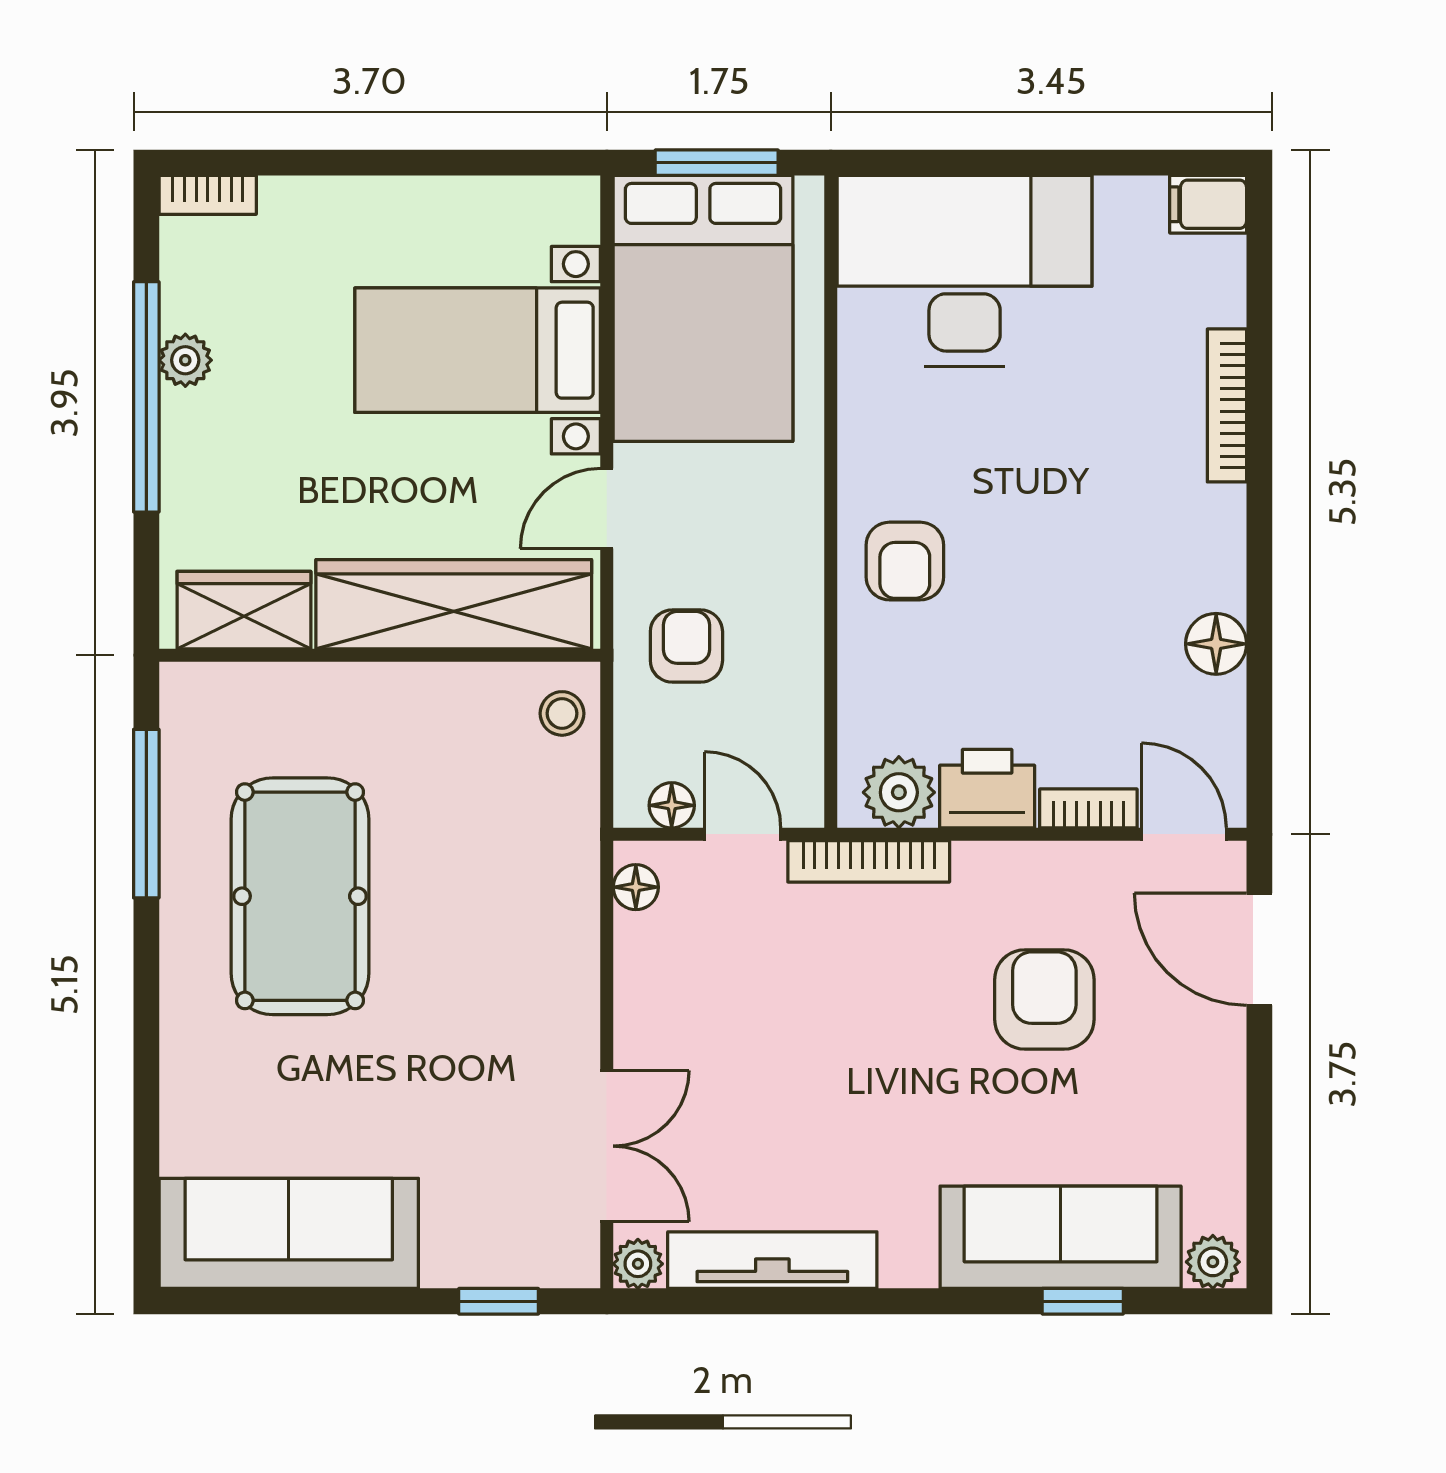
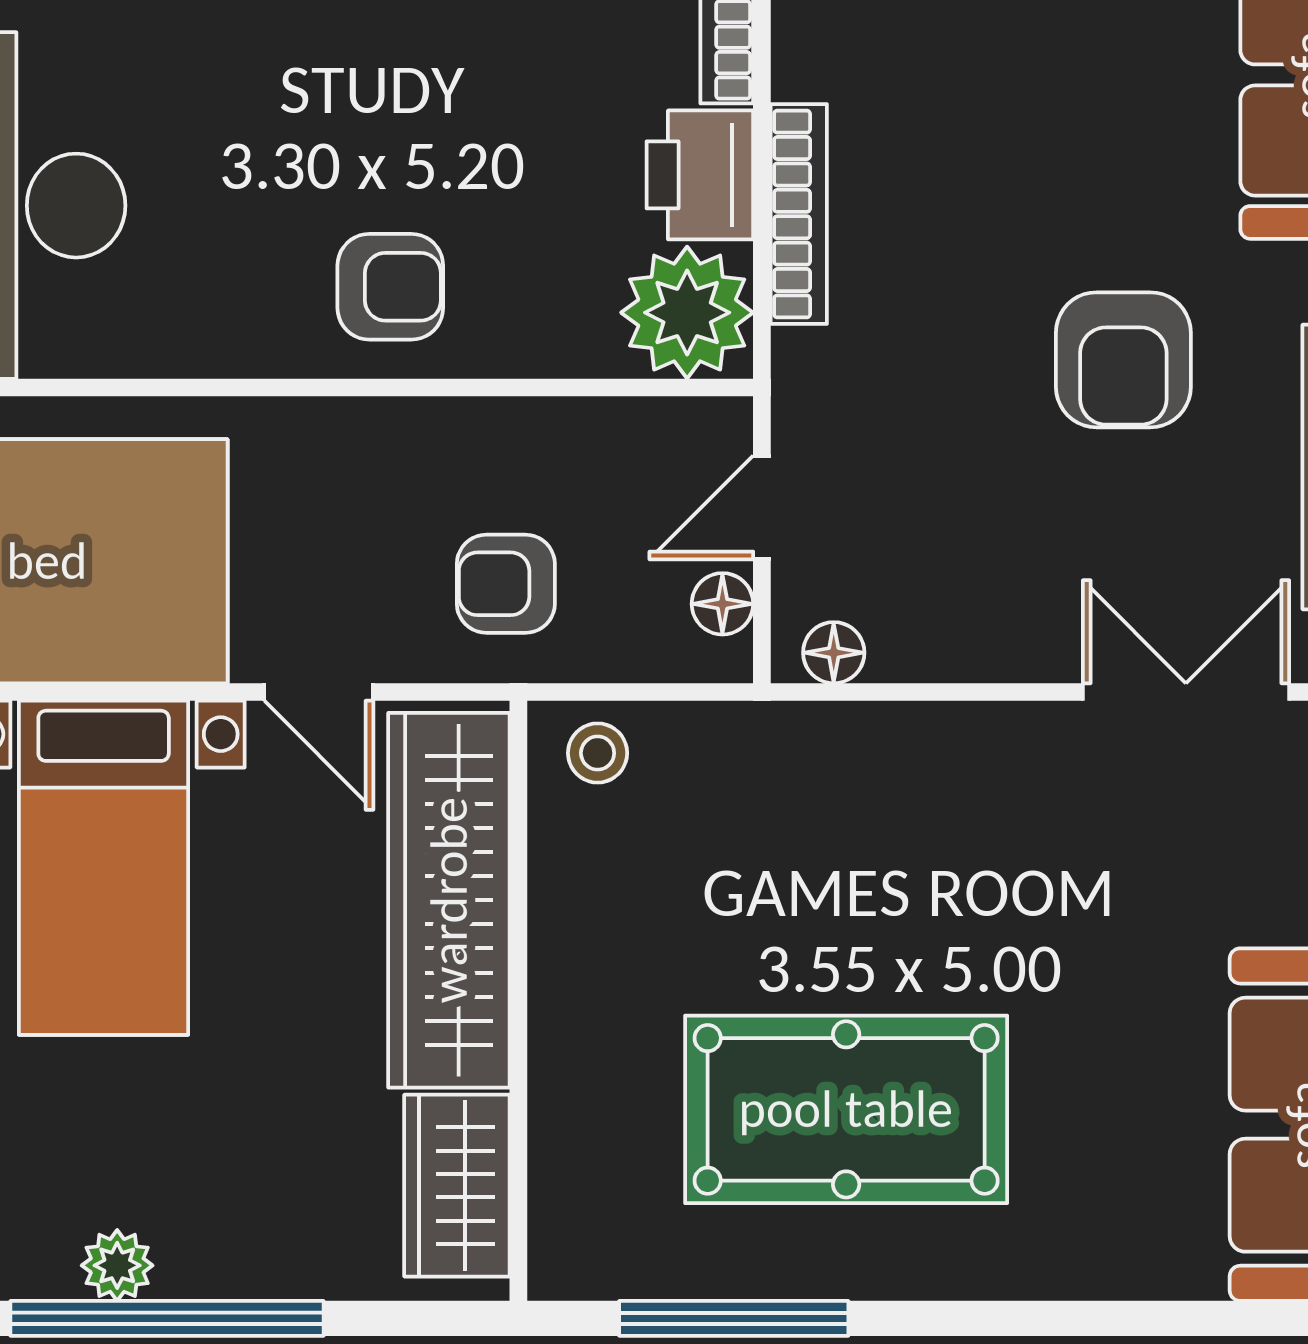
plant: (899, 792) -> (687, 313), width x1.36, depth x1.36
bookcase: (869, 861) -> (799, 214), moved
armchair: (1044, 1000) -> (1123, 360), moved, turned -90

